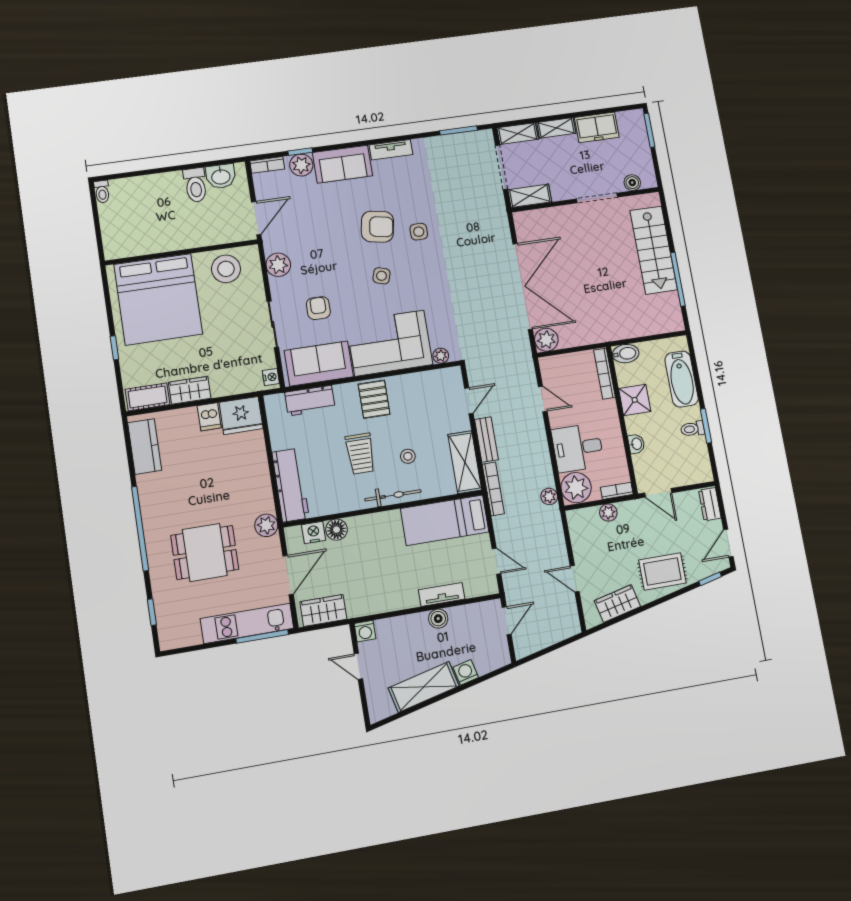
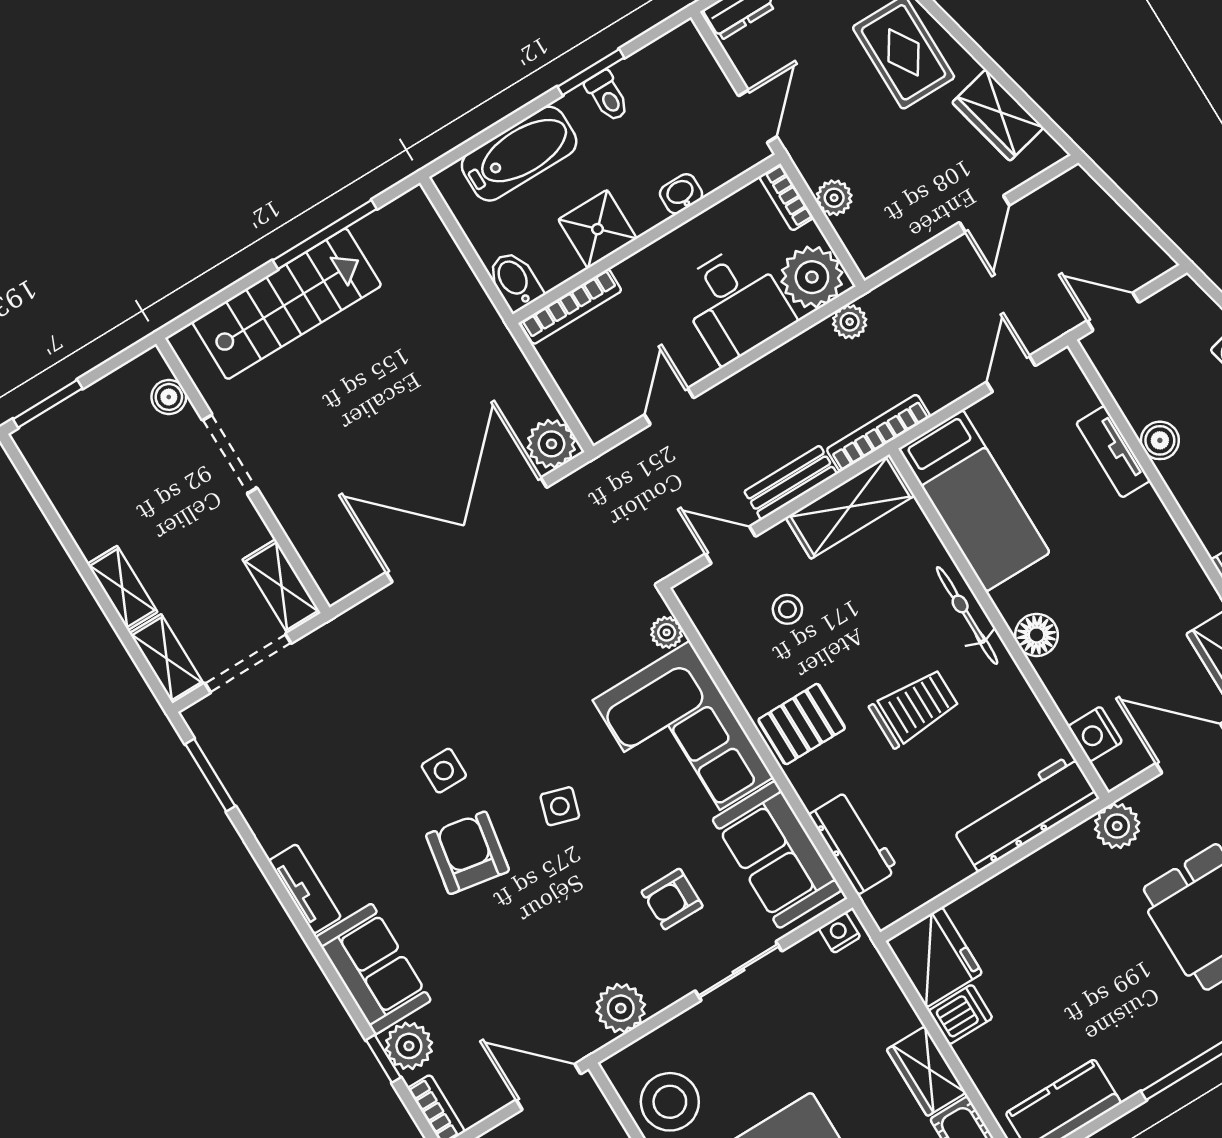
freezer: (597, 127) -> (87, 509), removed
stool: (408, 456) -> (787, 609), moved
floor lamp: (336, 530) -> (1037, 635), moved

